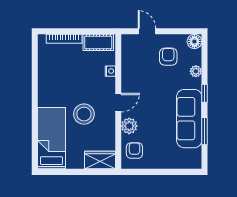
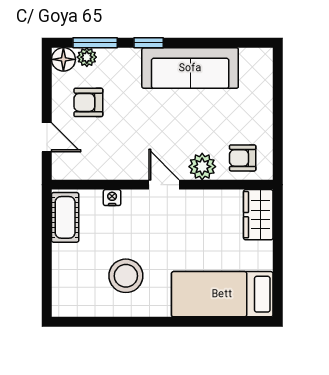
door: (147, 31) -> (47, 137), swing flipped
bookcase: (64, 39) -> (59, 273), removed
plant: (196, 71) -> (87, 57), moved
stool: (84, 114) -> (126, 276), moved
window: (205, 131) -> (95, 43), moved

